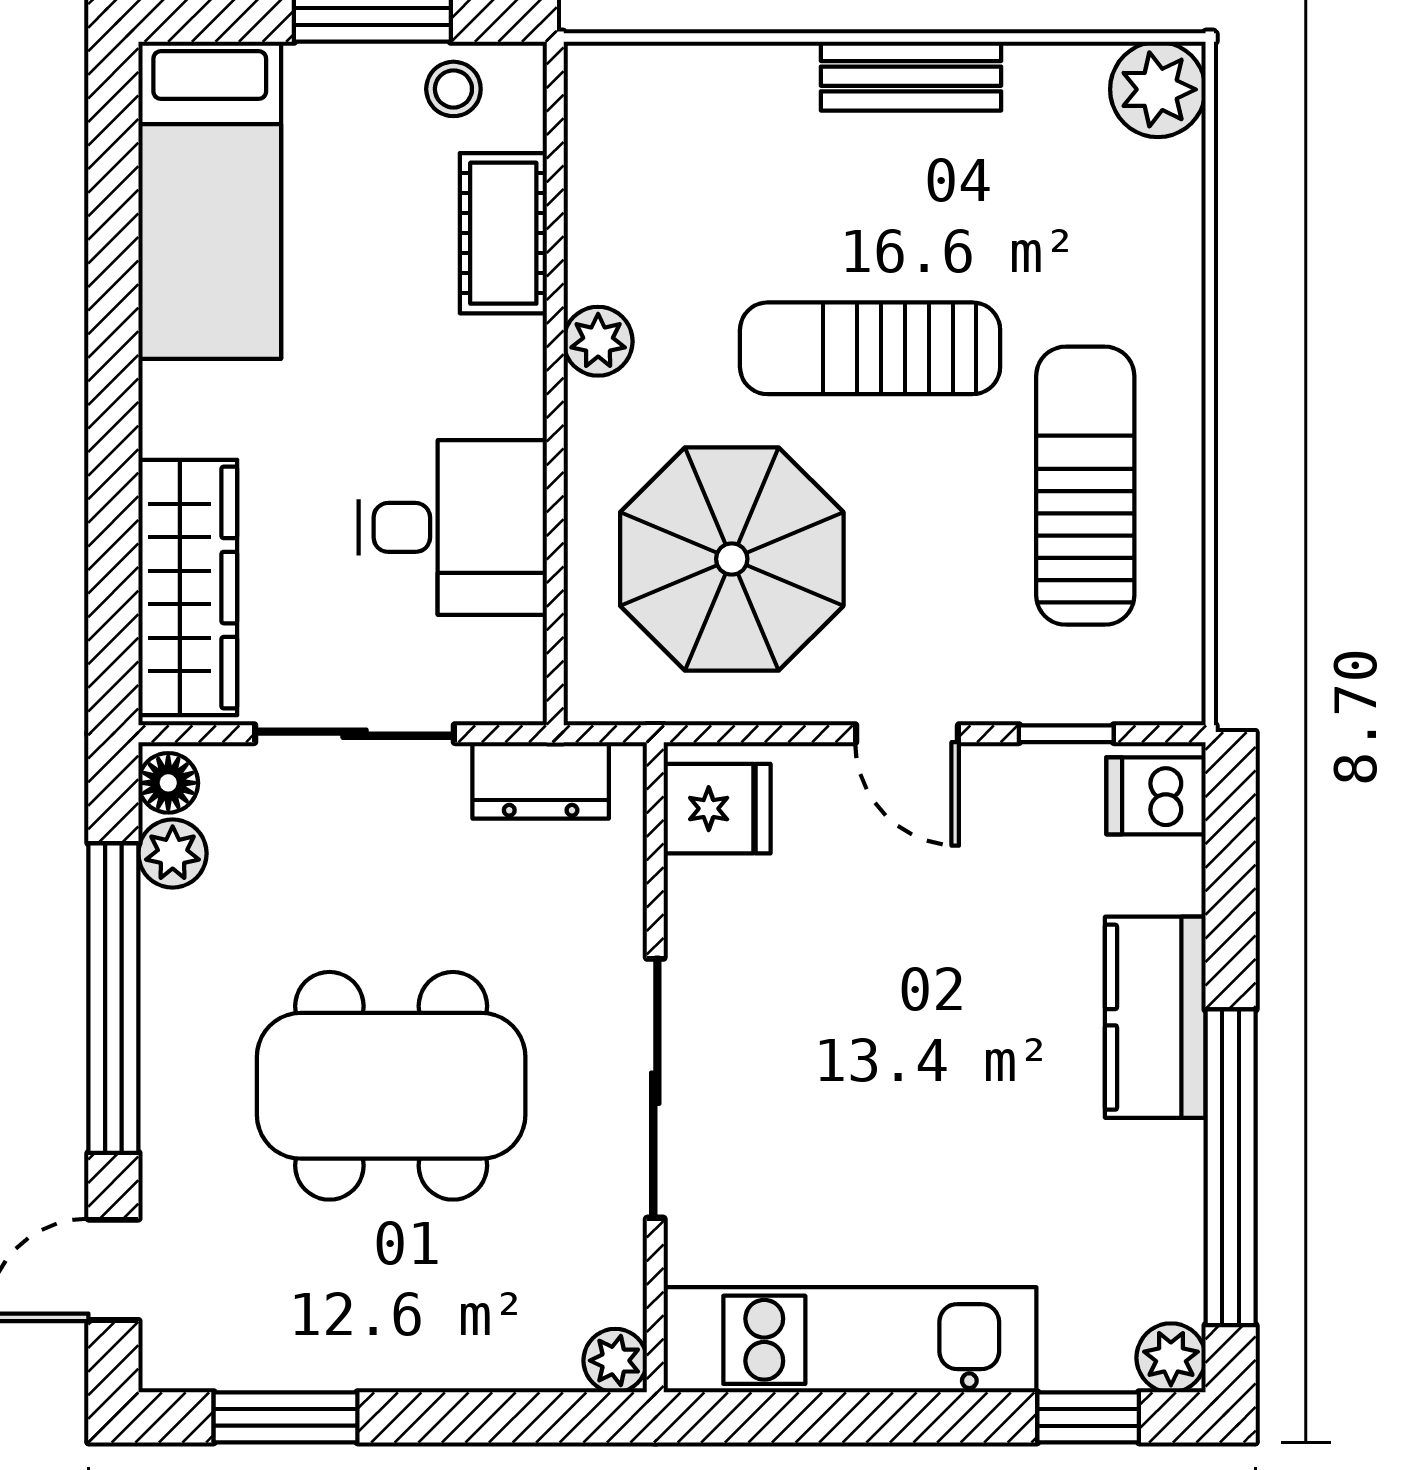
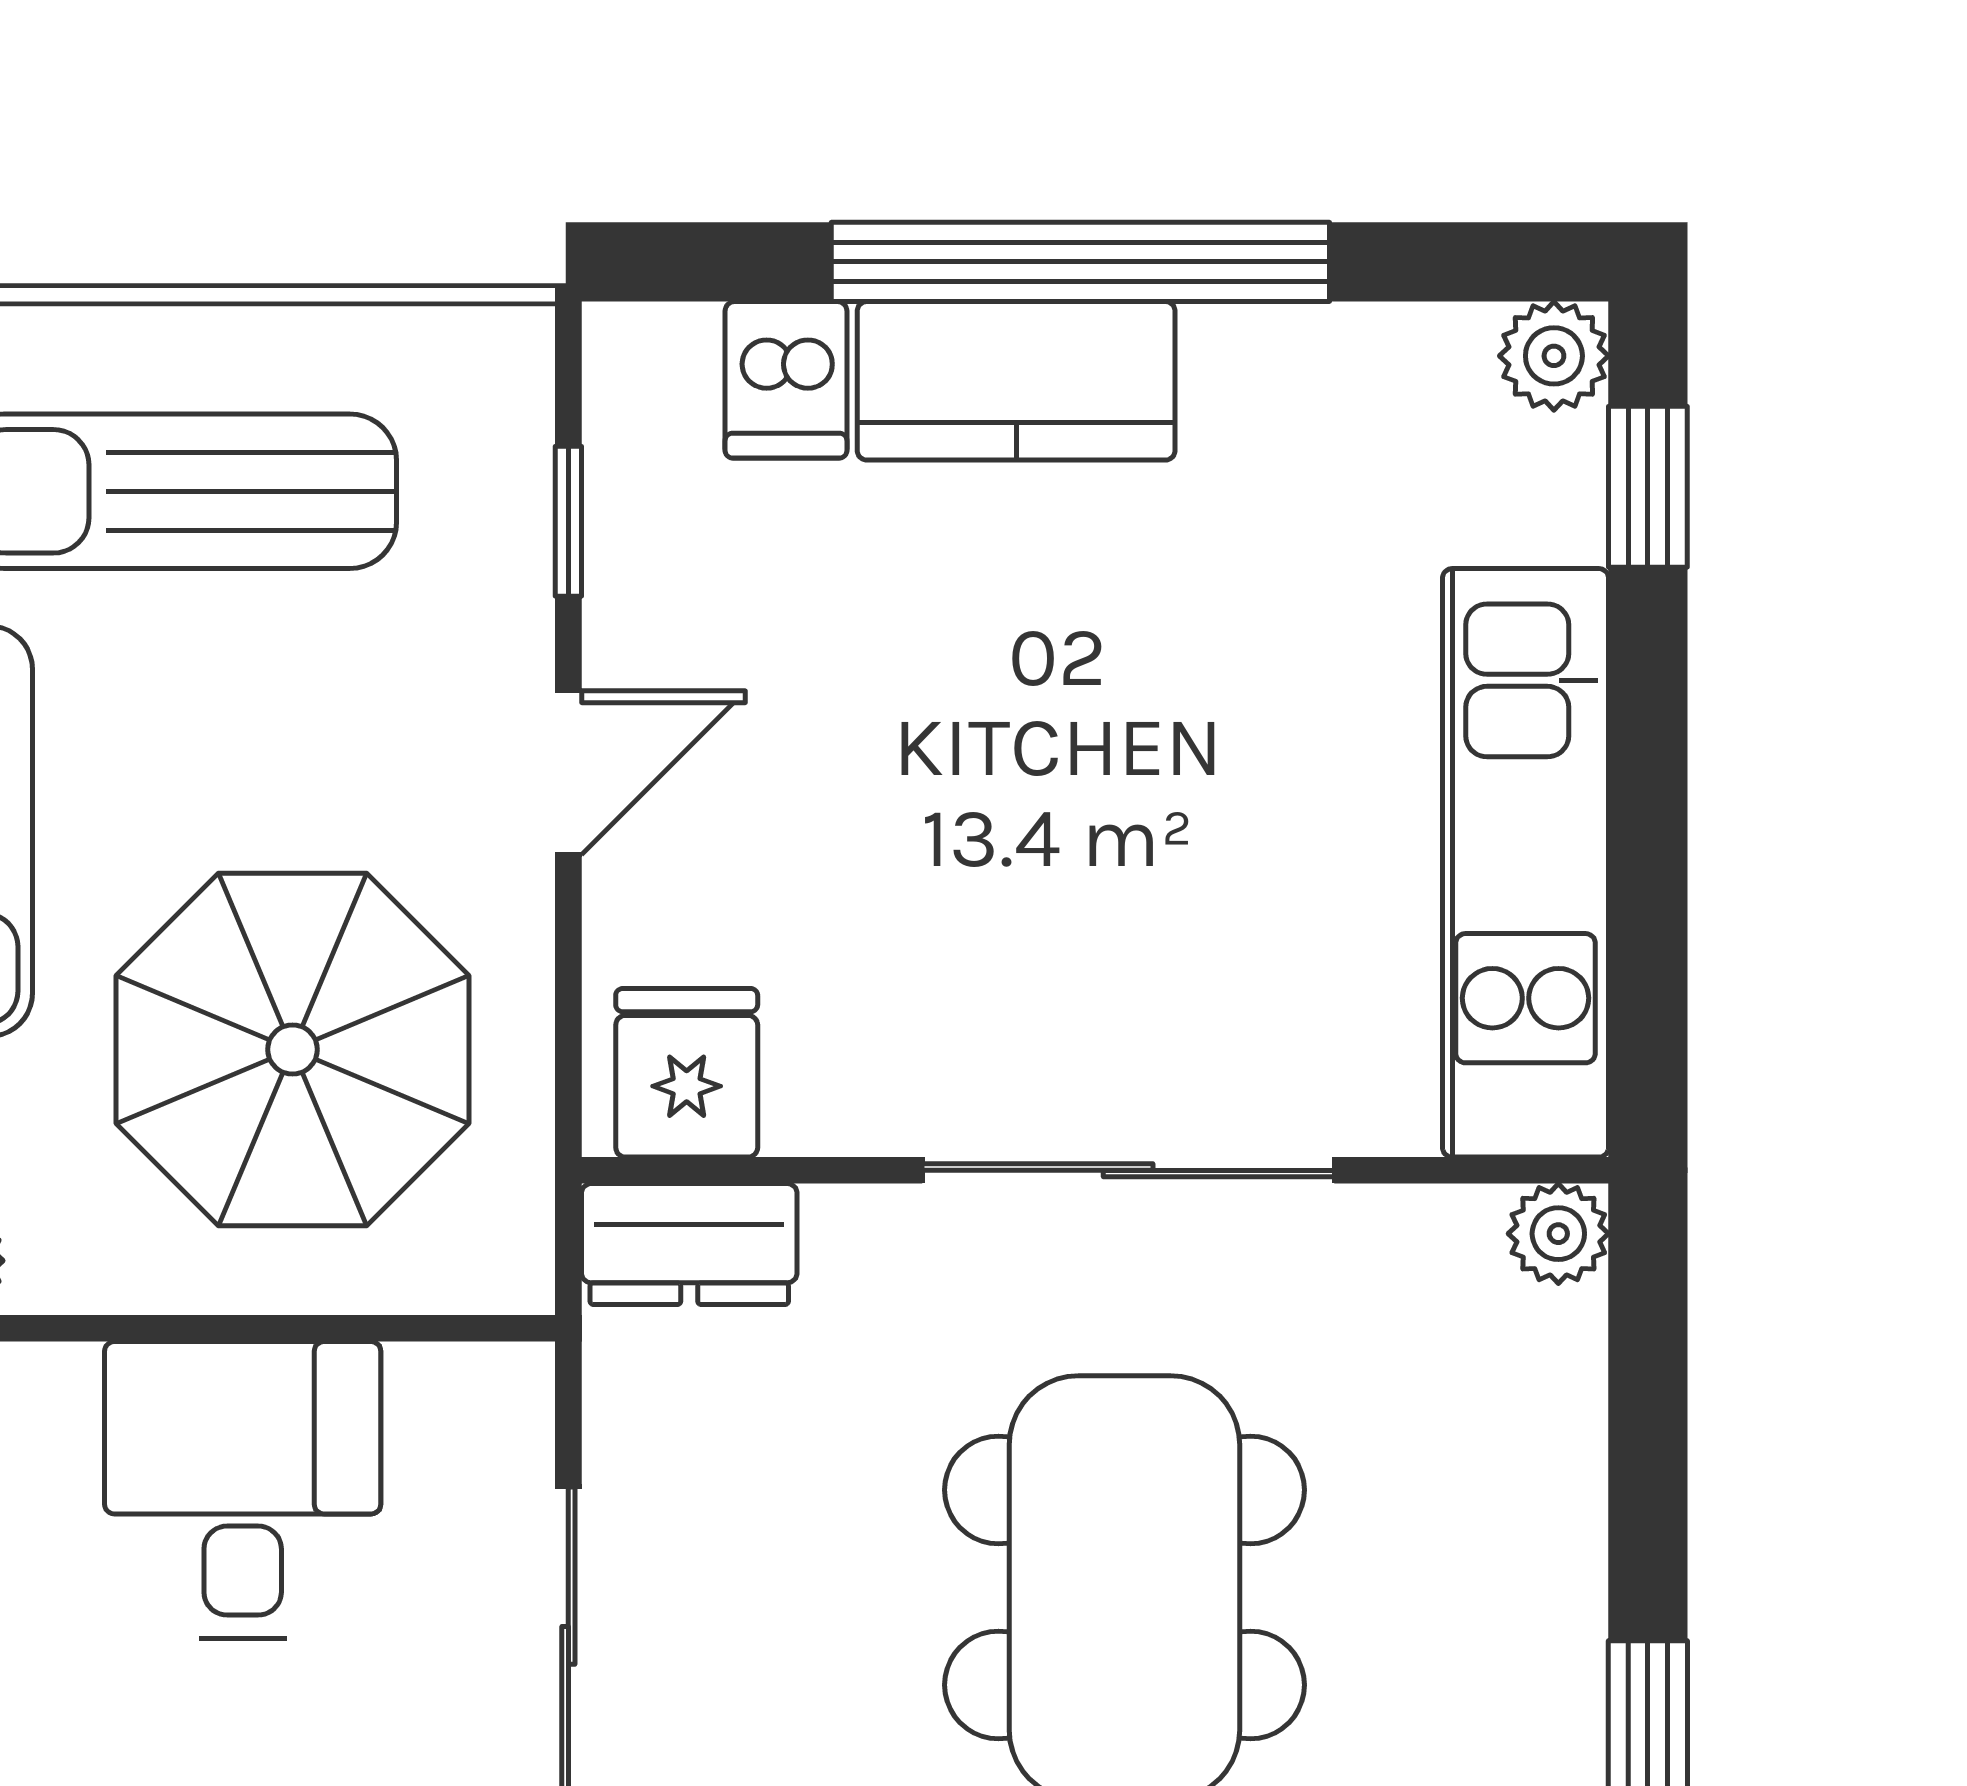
dresser: (541, 780) -> (689, 1244), moved, turned 90
dishwasher: (1156, 796) -> (786, 380), moved
window: (1231, 1167) -> (1080, 262), moved

